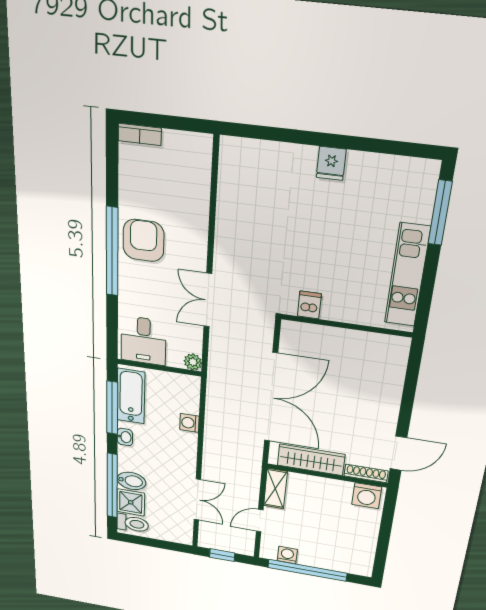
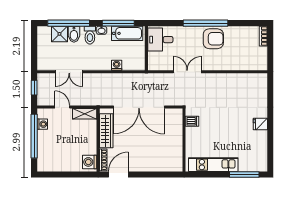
plant: (193, 362) -> (152, 66), removed
door: (399, 453) -> (118, 174), swing flipped
toilet: (133, 524) -> (90, 35), moved

